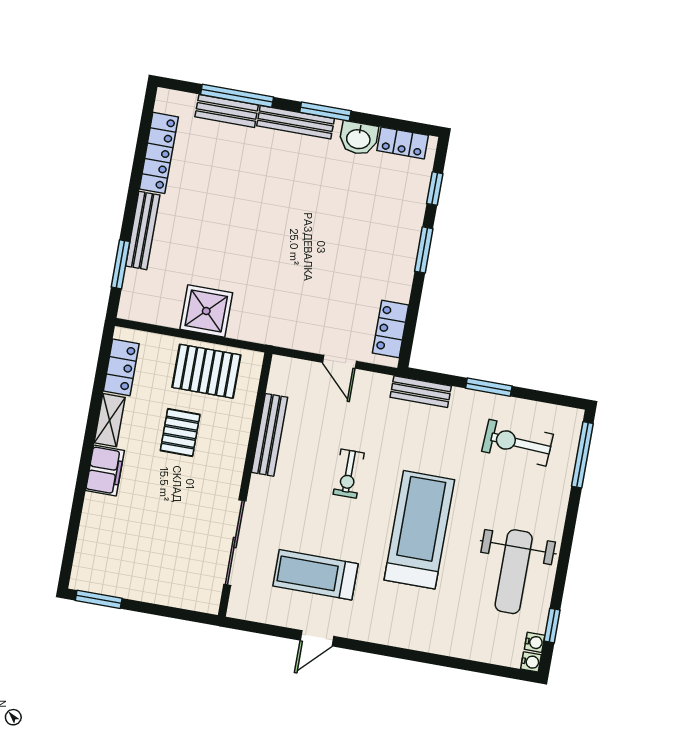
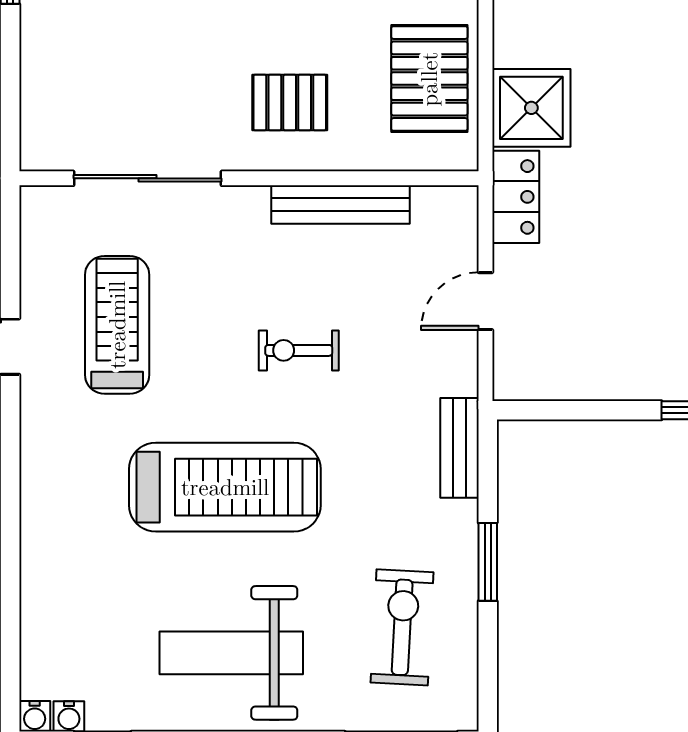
shower: (206, 311) -> (531, 108), moved
locker: (390, 329) -> (516, 197), moved, turned 90
pallet: (180, 432) -> (290, 103), moved
weight bench: (514, 572) -> (231, 653), moved

